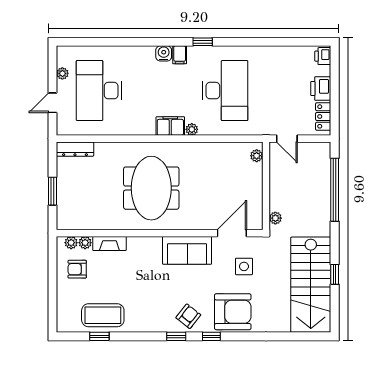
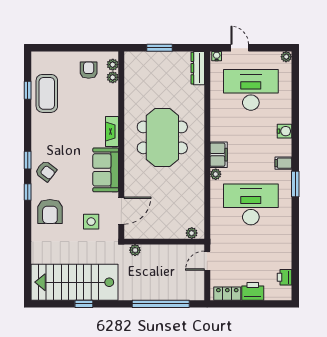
window: (203, 42) -> (295, 184), width x1.50
water cooler: (164, 53) -> (285, 131), moved
printer: (323, 56) -> (285, 277), moved, turned -90
plant: (62, 73) -> (286, 57), moved
desk: (225, 91) -> (251, 204), turned 180
water cooler: (62, 128) -> (217, 56), added
meeting table: (151, 188) -> (162, 137), turned 90
door: (232, 233) -> (121, 211), hinge flipped
fireplace: (109, 243) -> (112, 132), moved
armchair: (233, 312) -> (50, 211), width x0.73, depth x0.73

